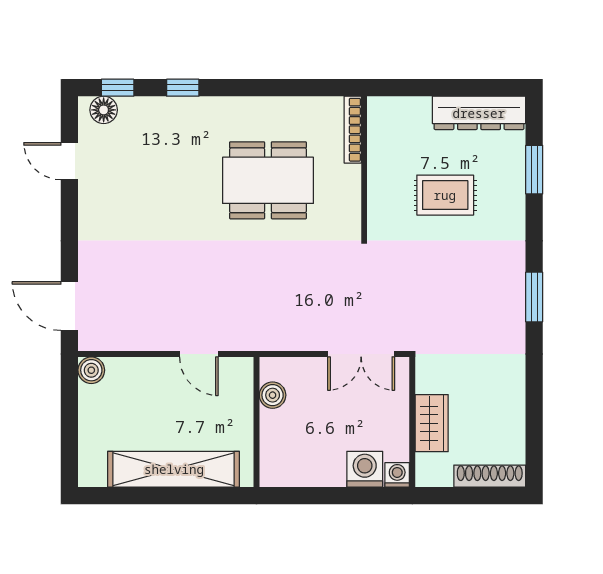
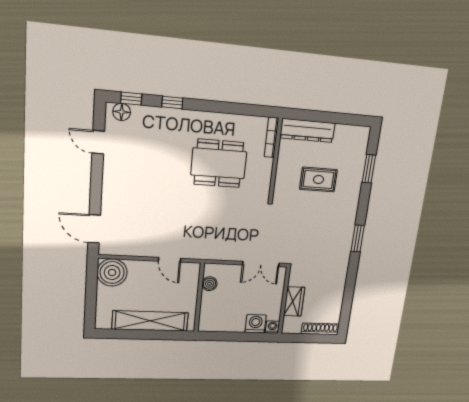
dresser: (479, 113) -> (307, 130), moved
boiler: (91, 370) -> (112, 273), width x1.86, depth x1.86

